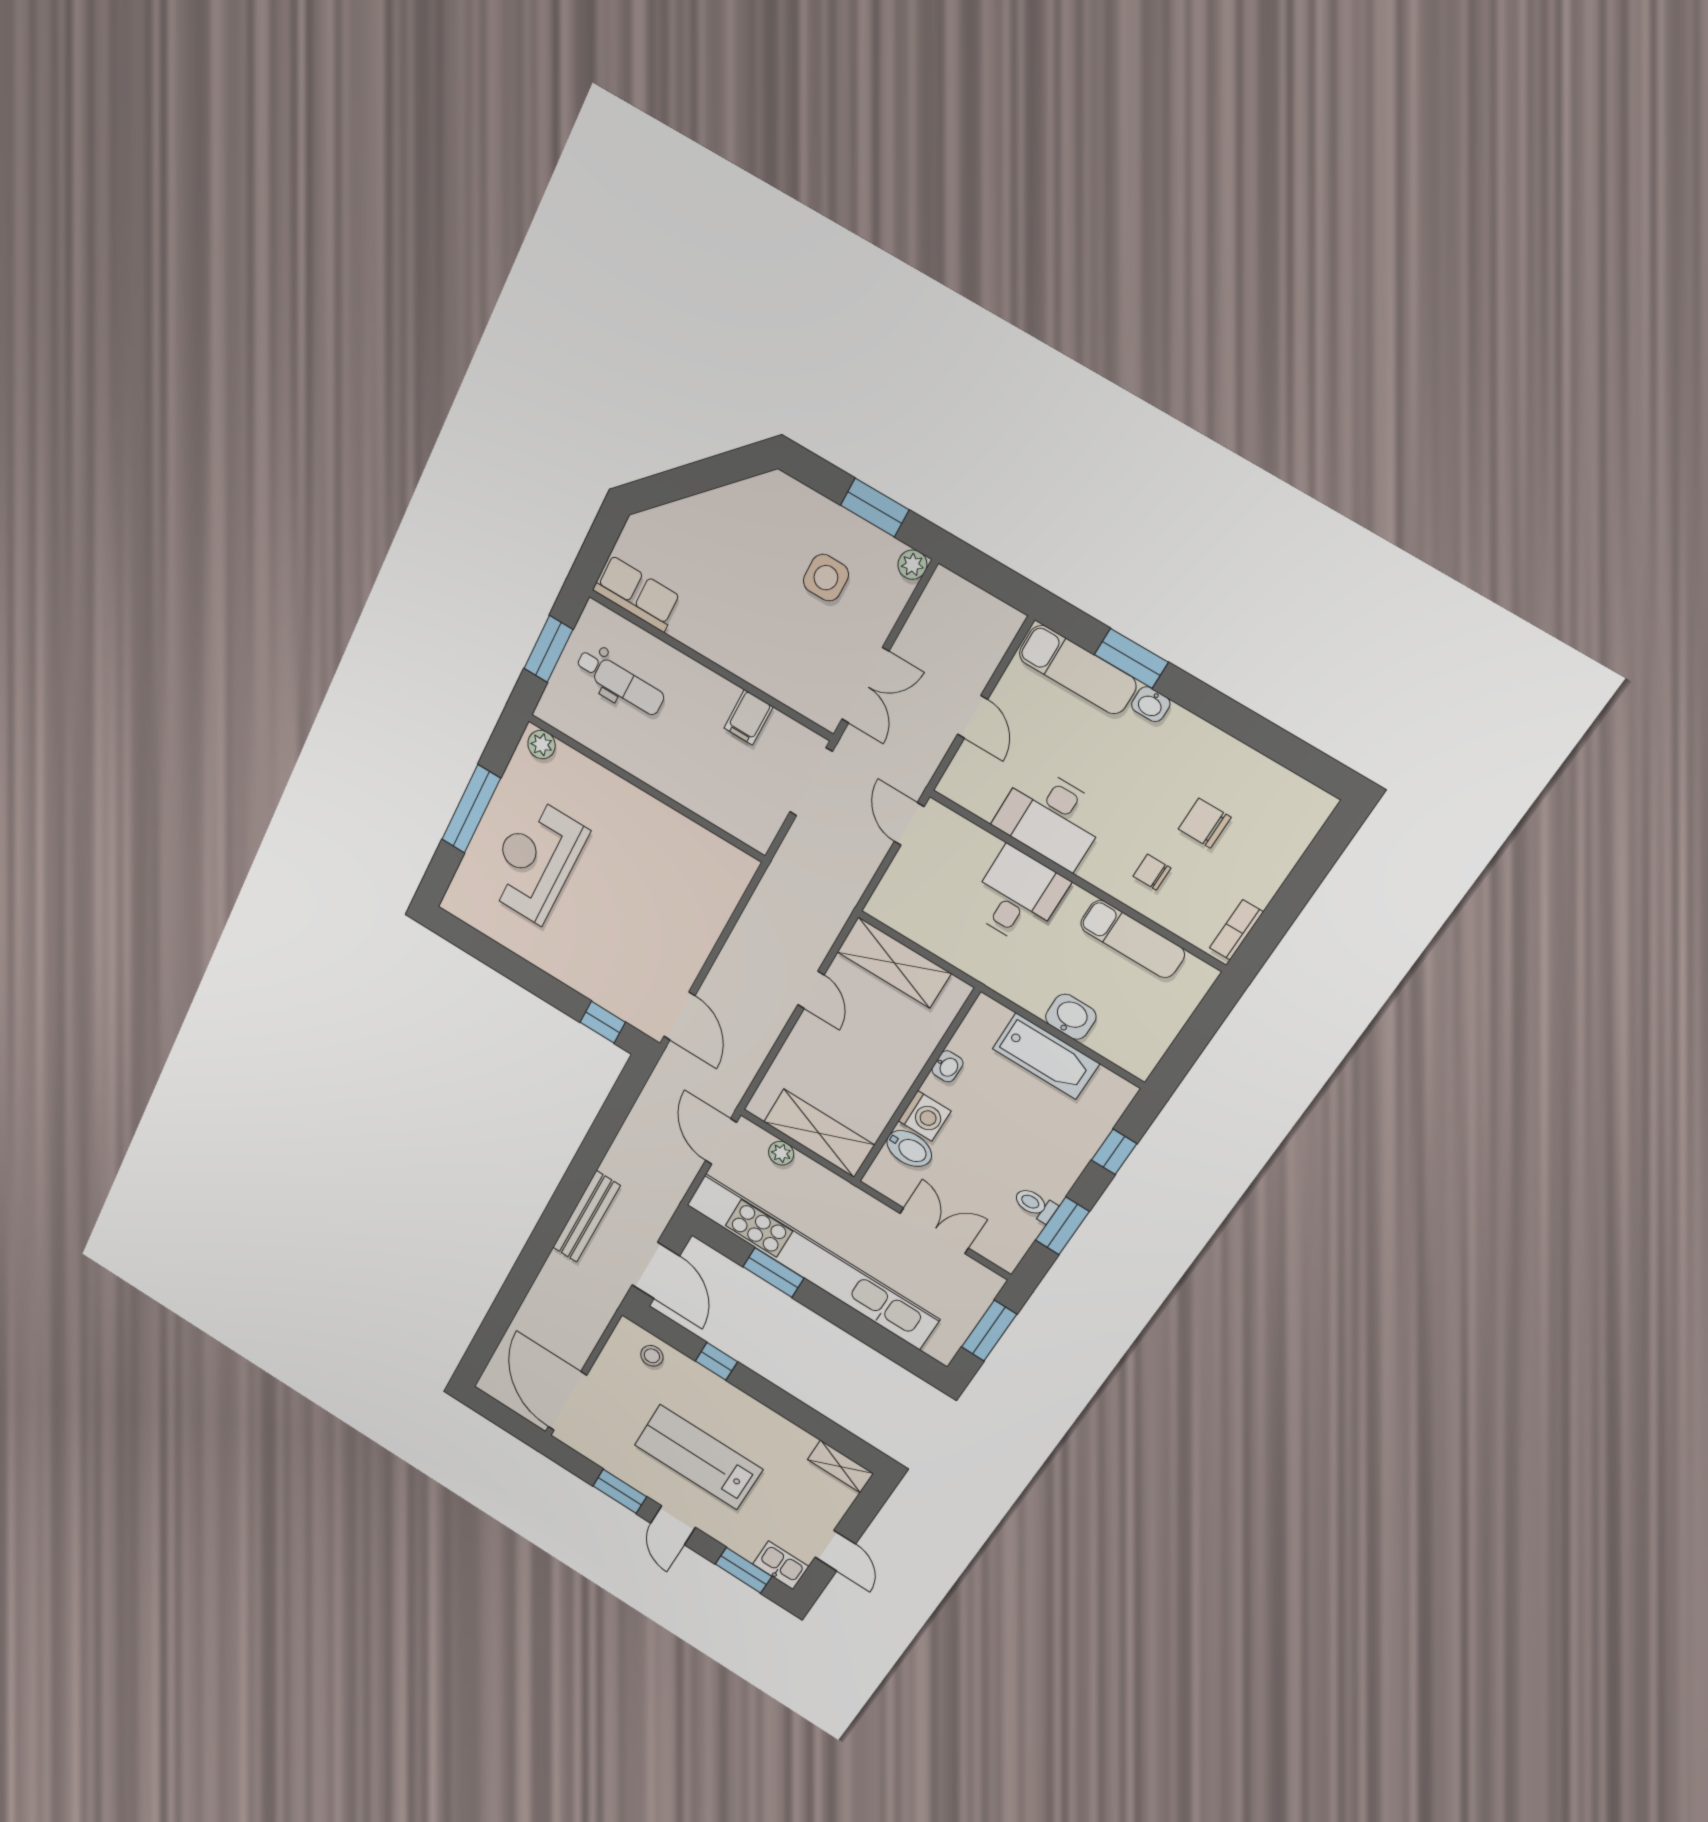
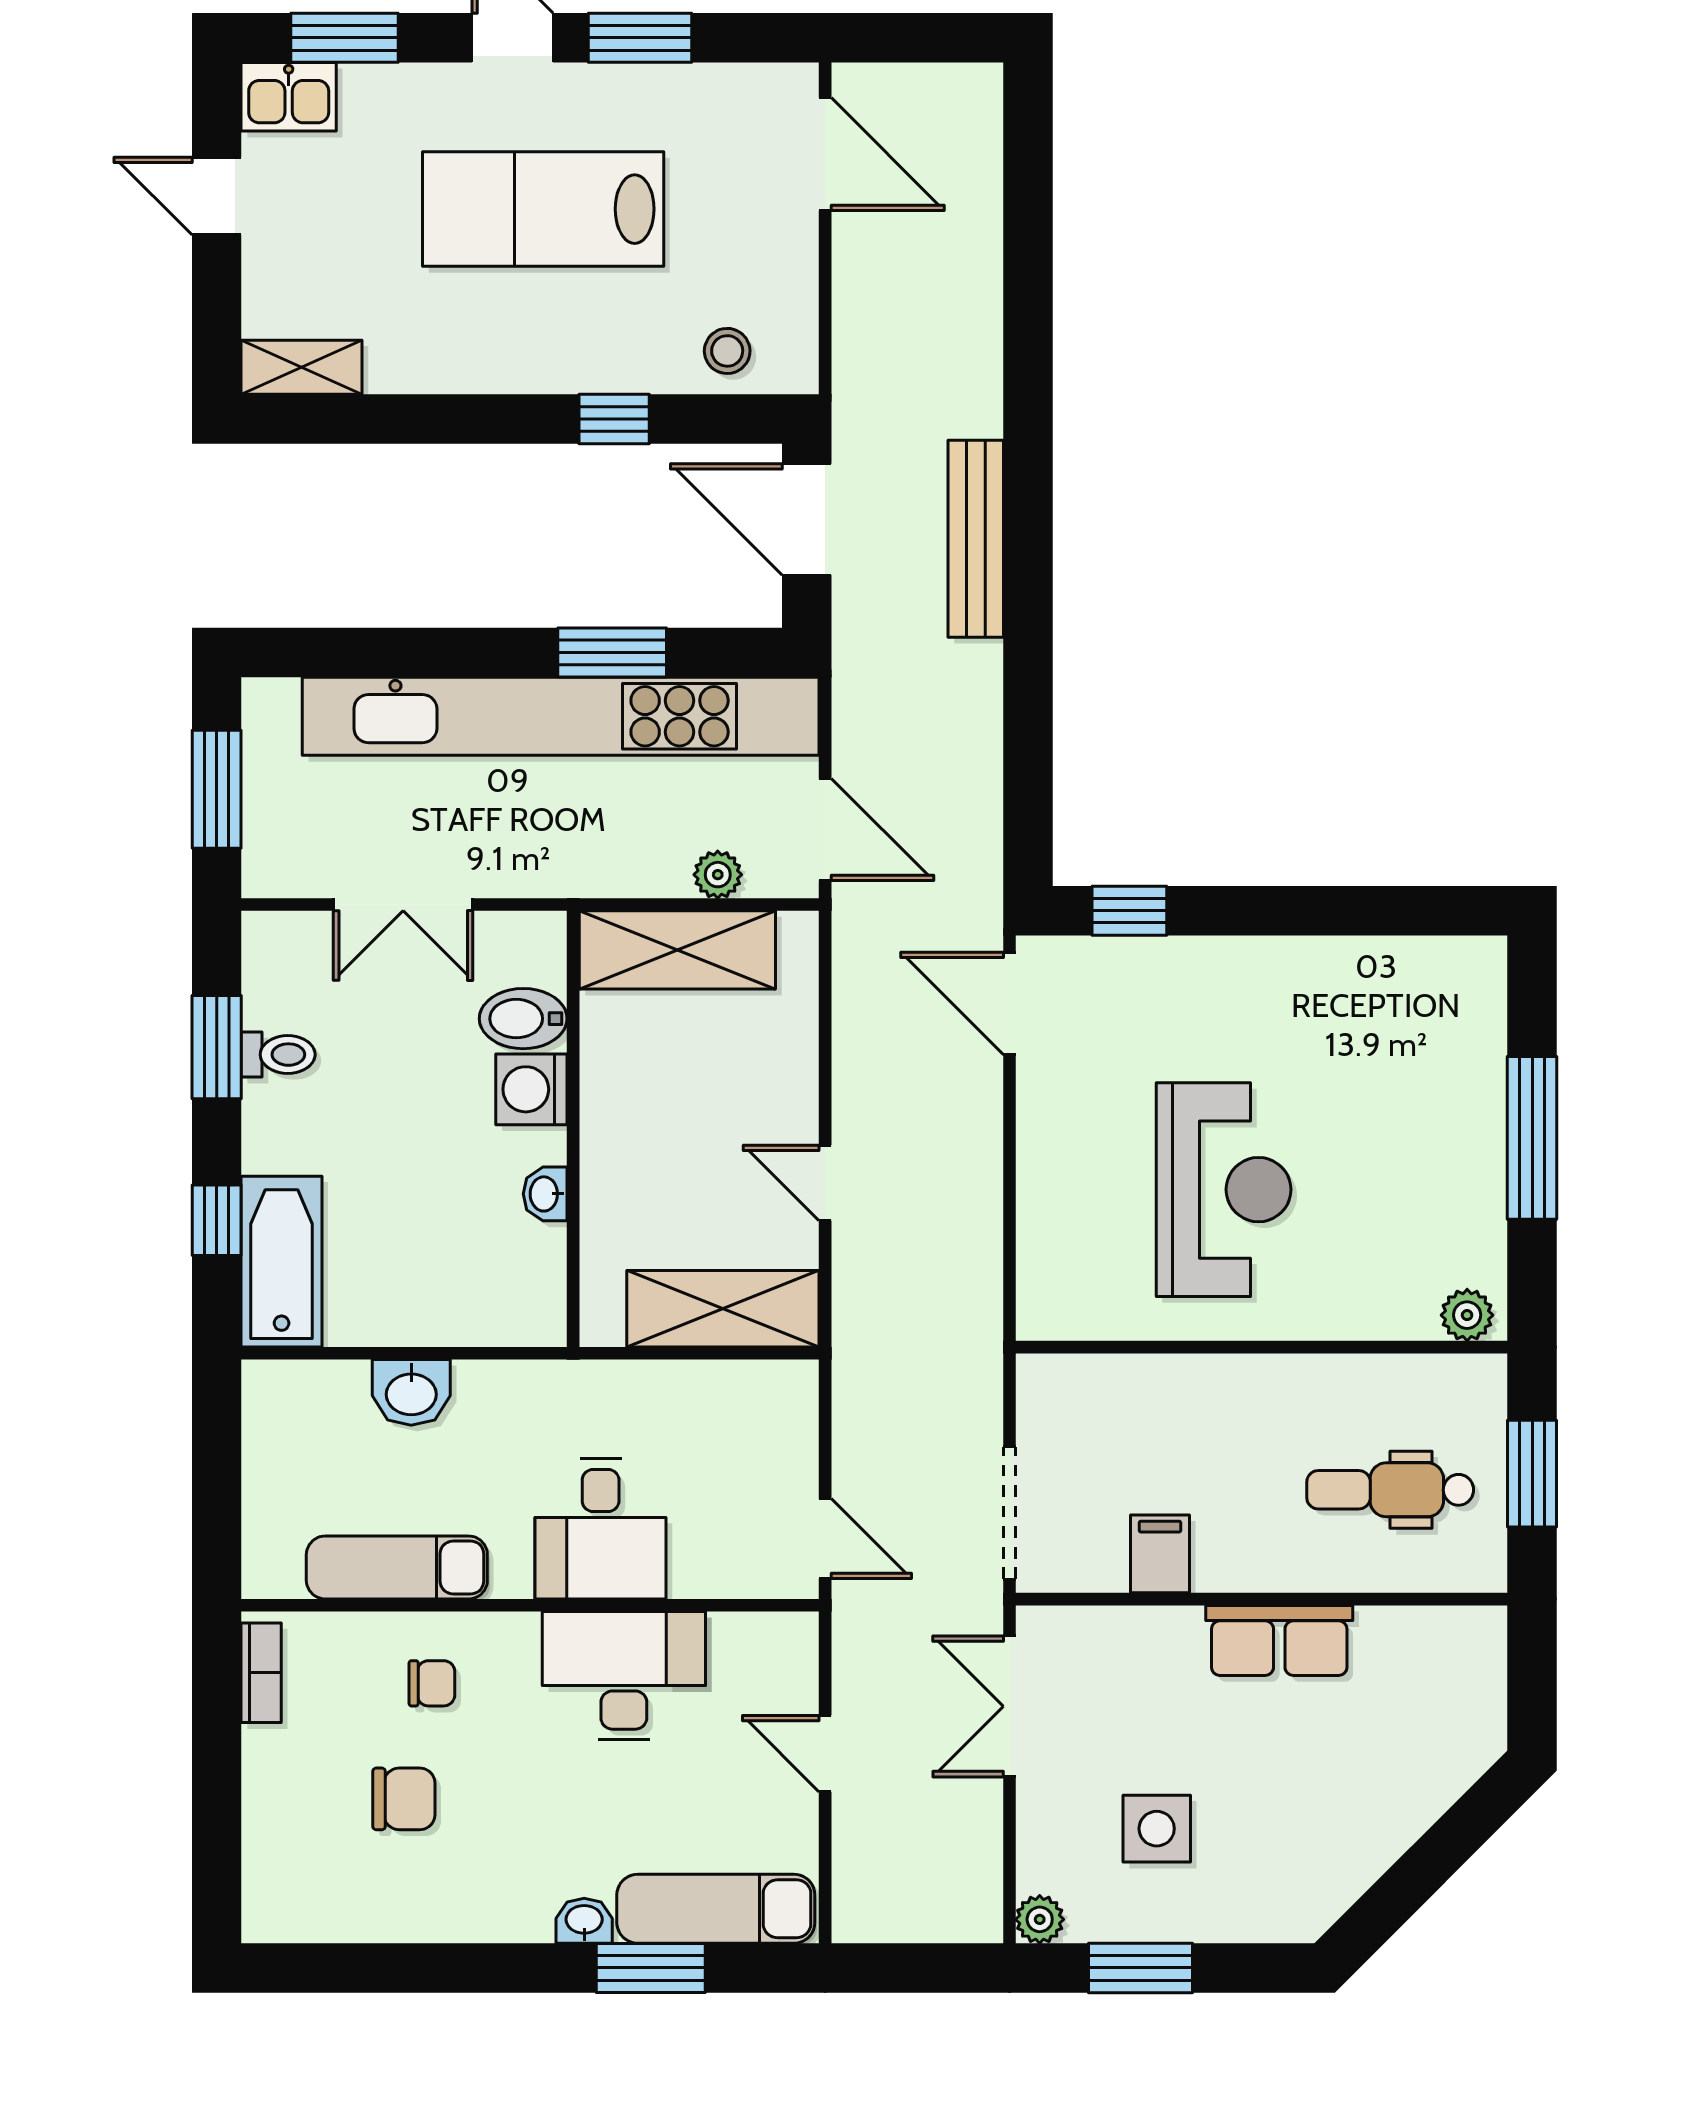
row of seats: (637, 593) -> (1279, 1640), moved
reception desk: (535, 861) -> (1224, 1190), moved
bathtub: (1046, 1056) -> (282, 1262), moved, turned 90
door: (567, 1401) -> (825, 154), width x0.73
lab bench: (699, 1457) -> (543, 209), turned 180

